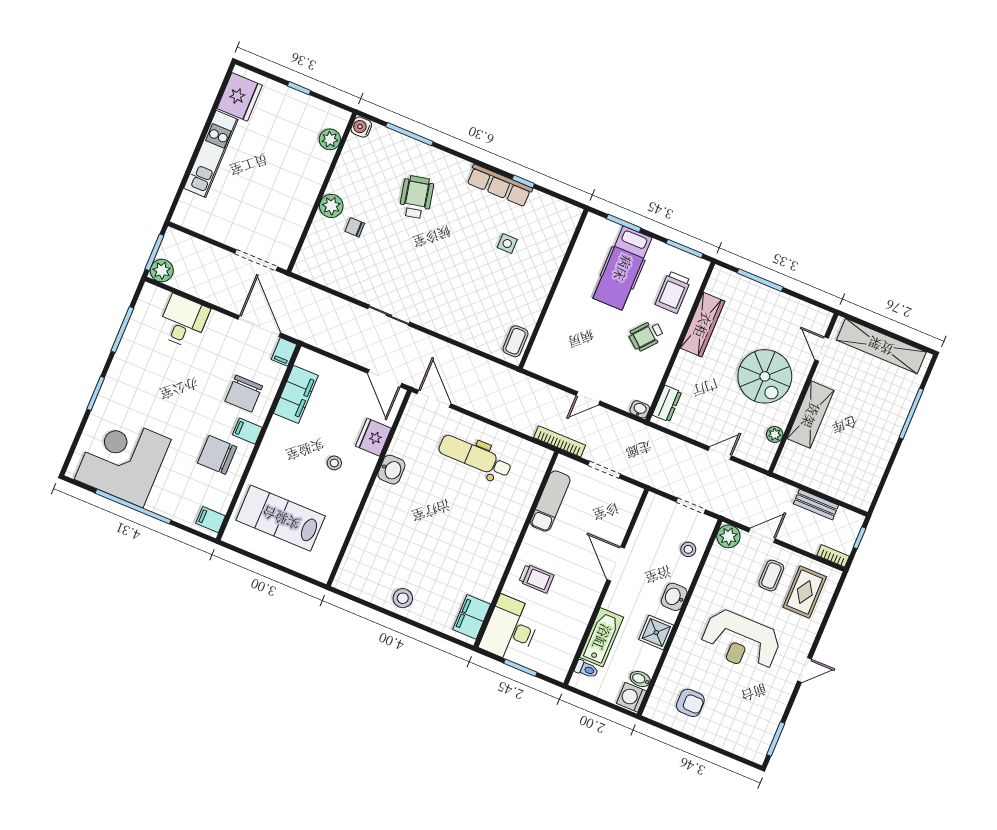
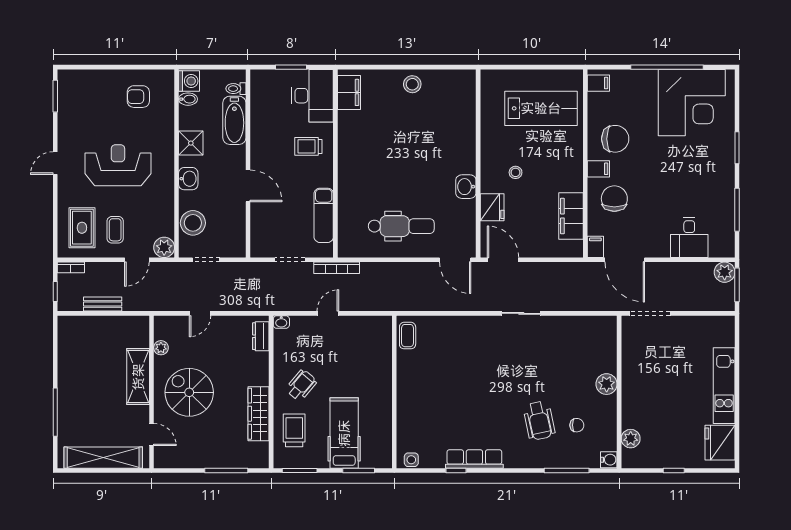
chair: (355, 227) -> (577, 425), moved
side table: (507, 244) -> (411, 460), moved
stool: (688, 549) -> (193, 223), width x1.89, depth x1.89

